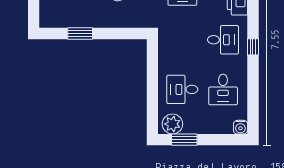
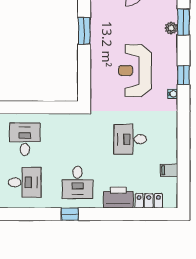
desk: (223, 89) -> (25, 182), turned 180

